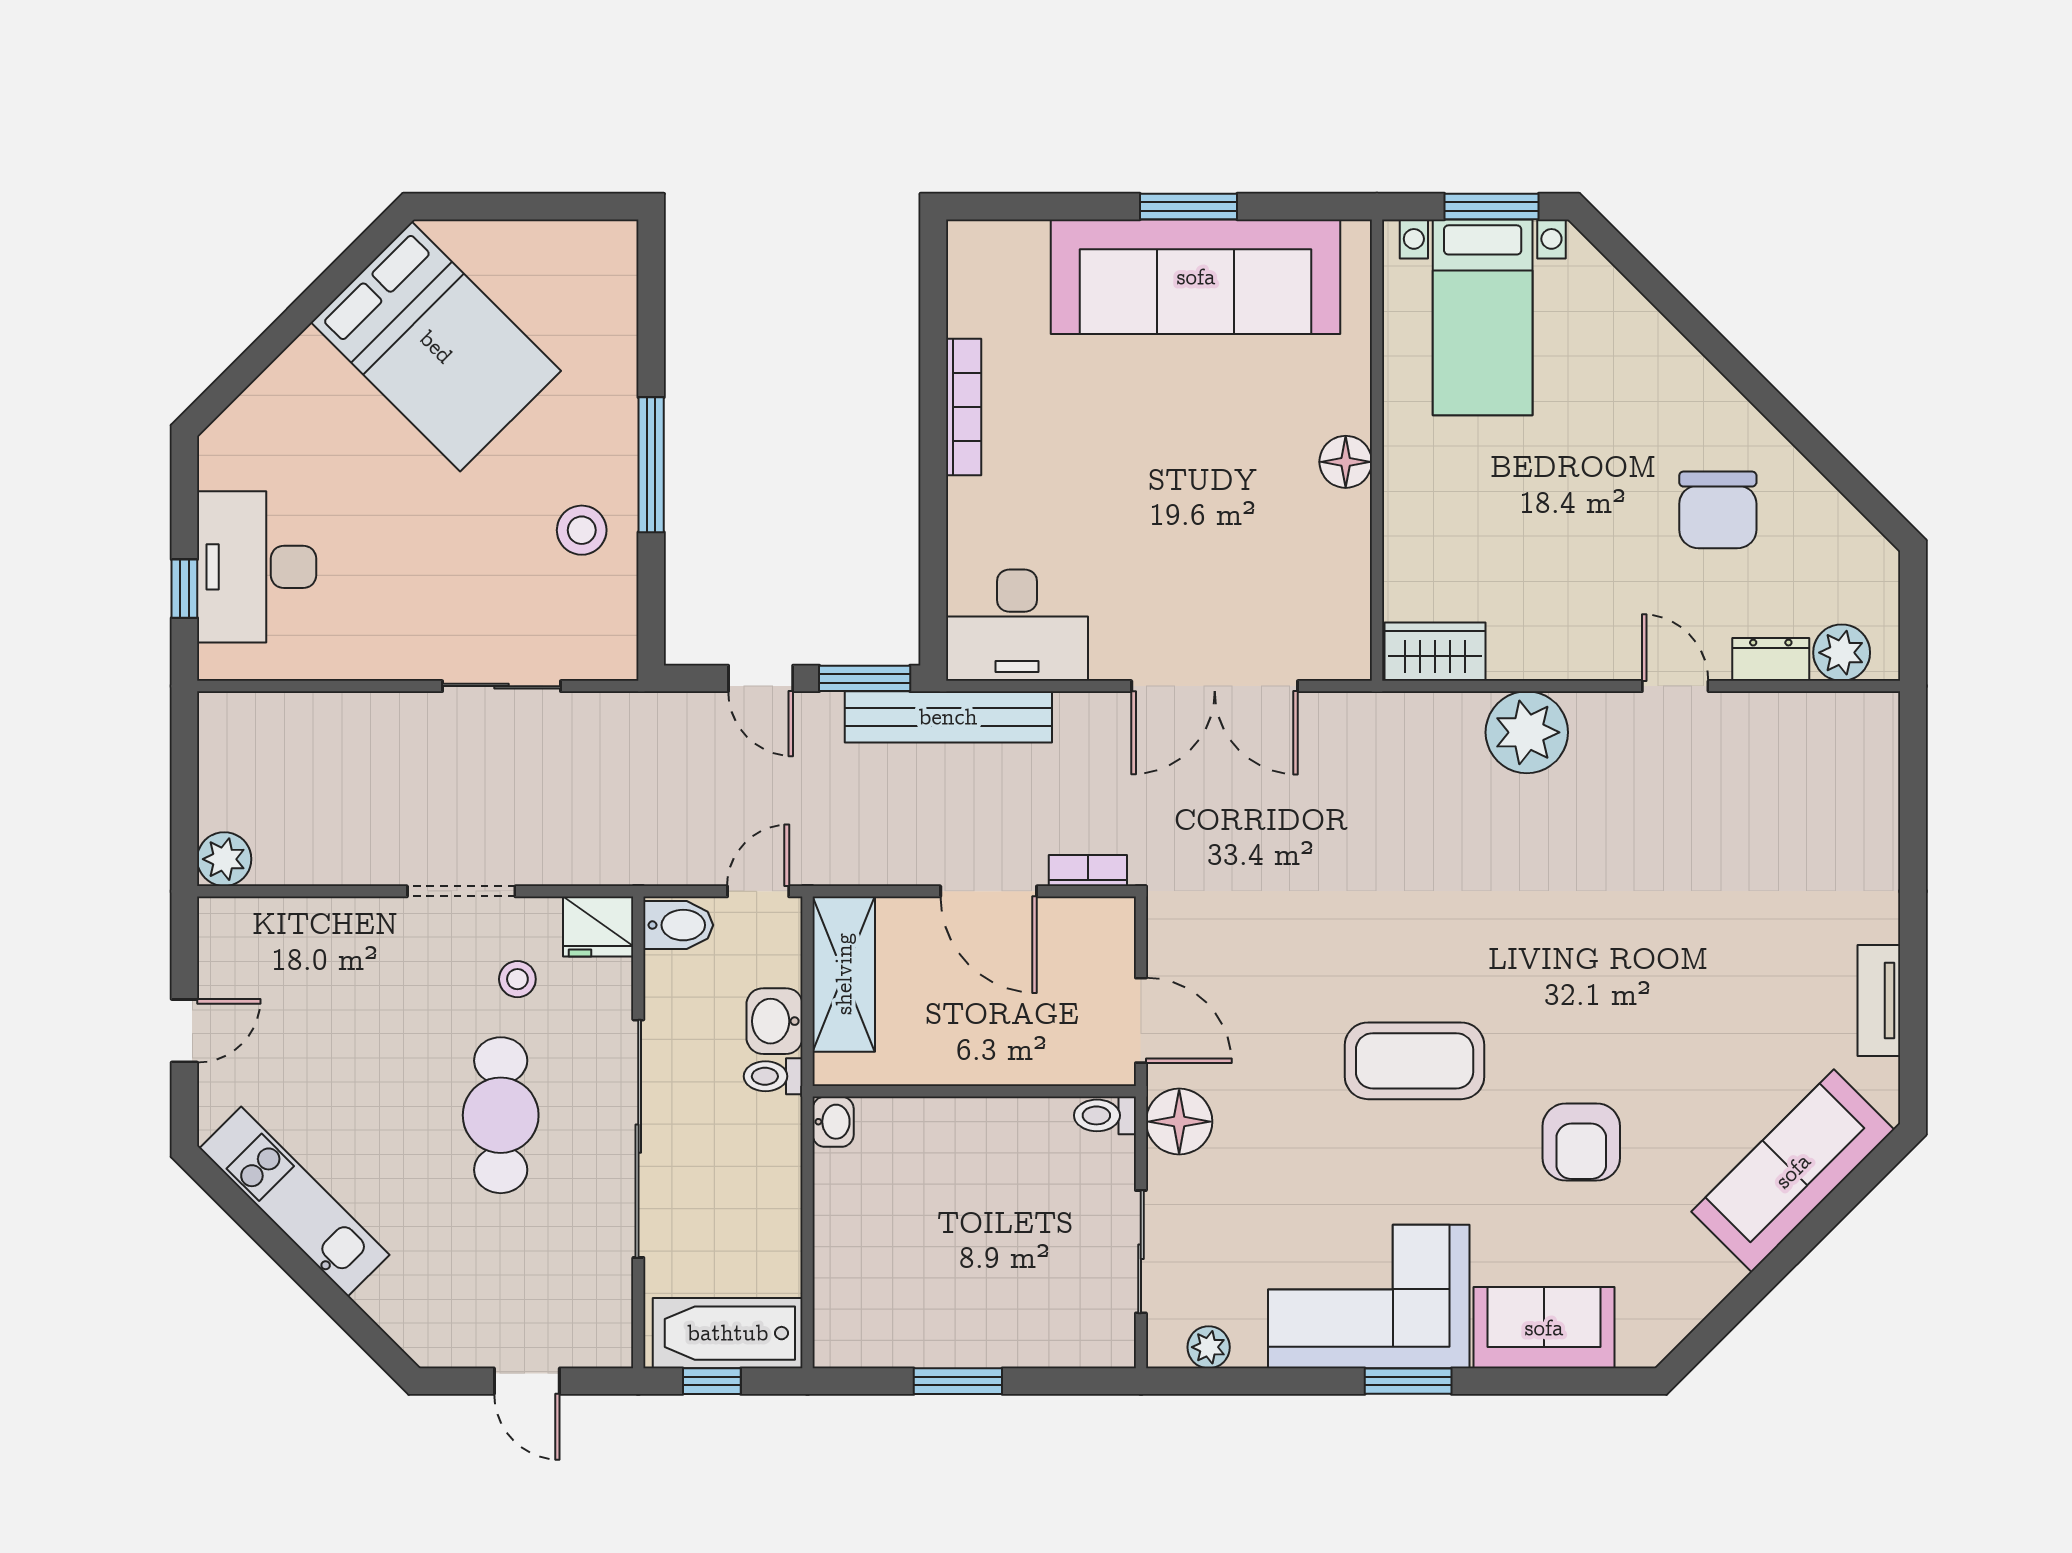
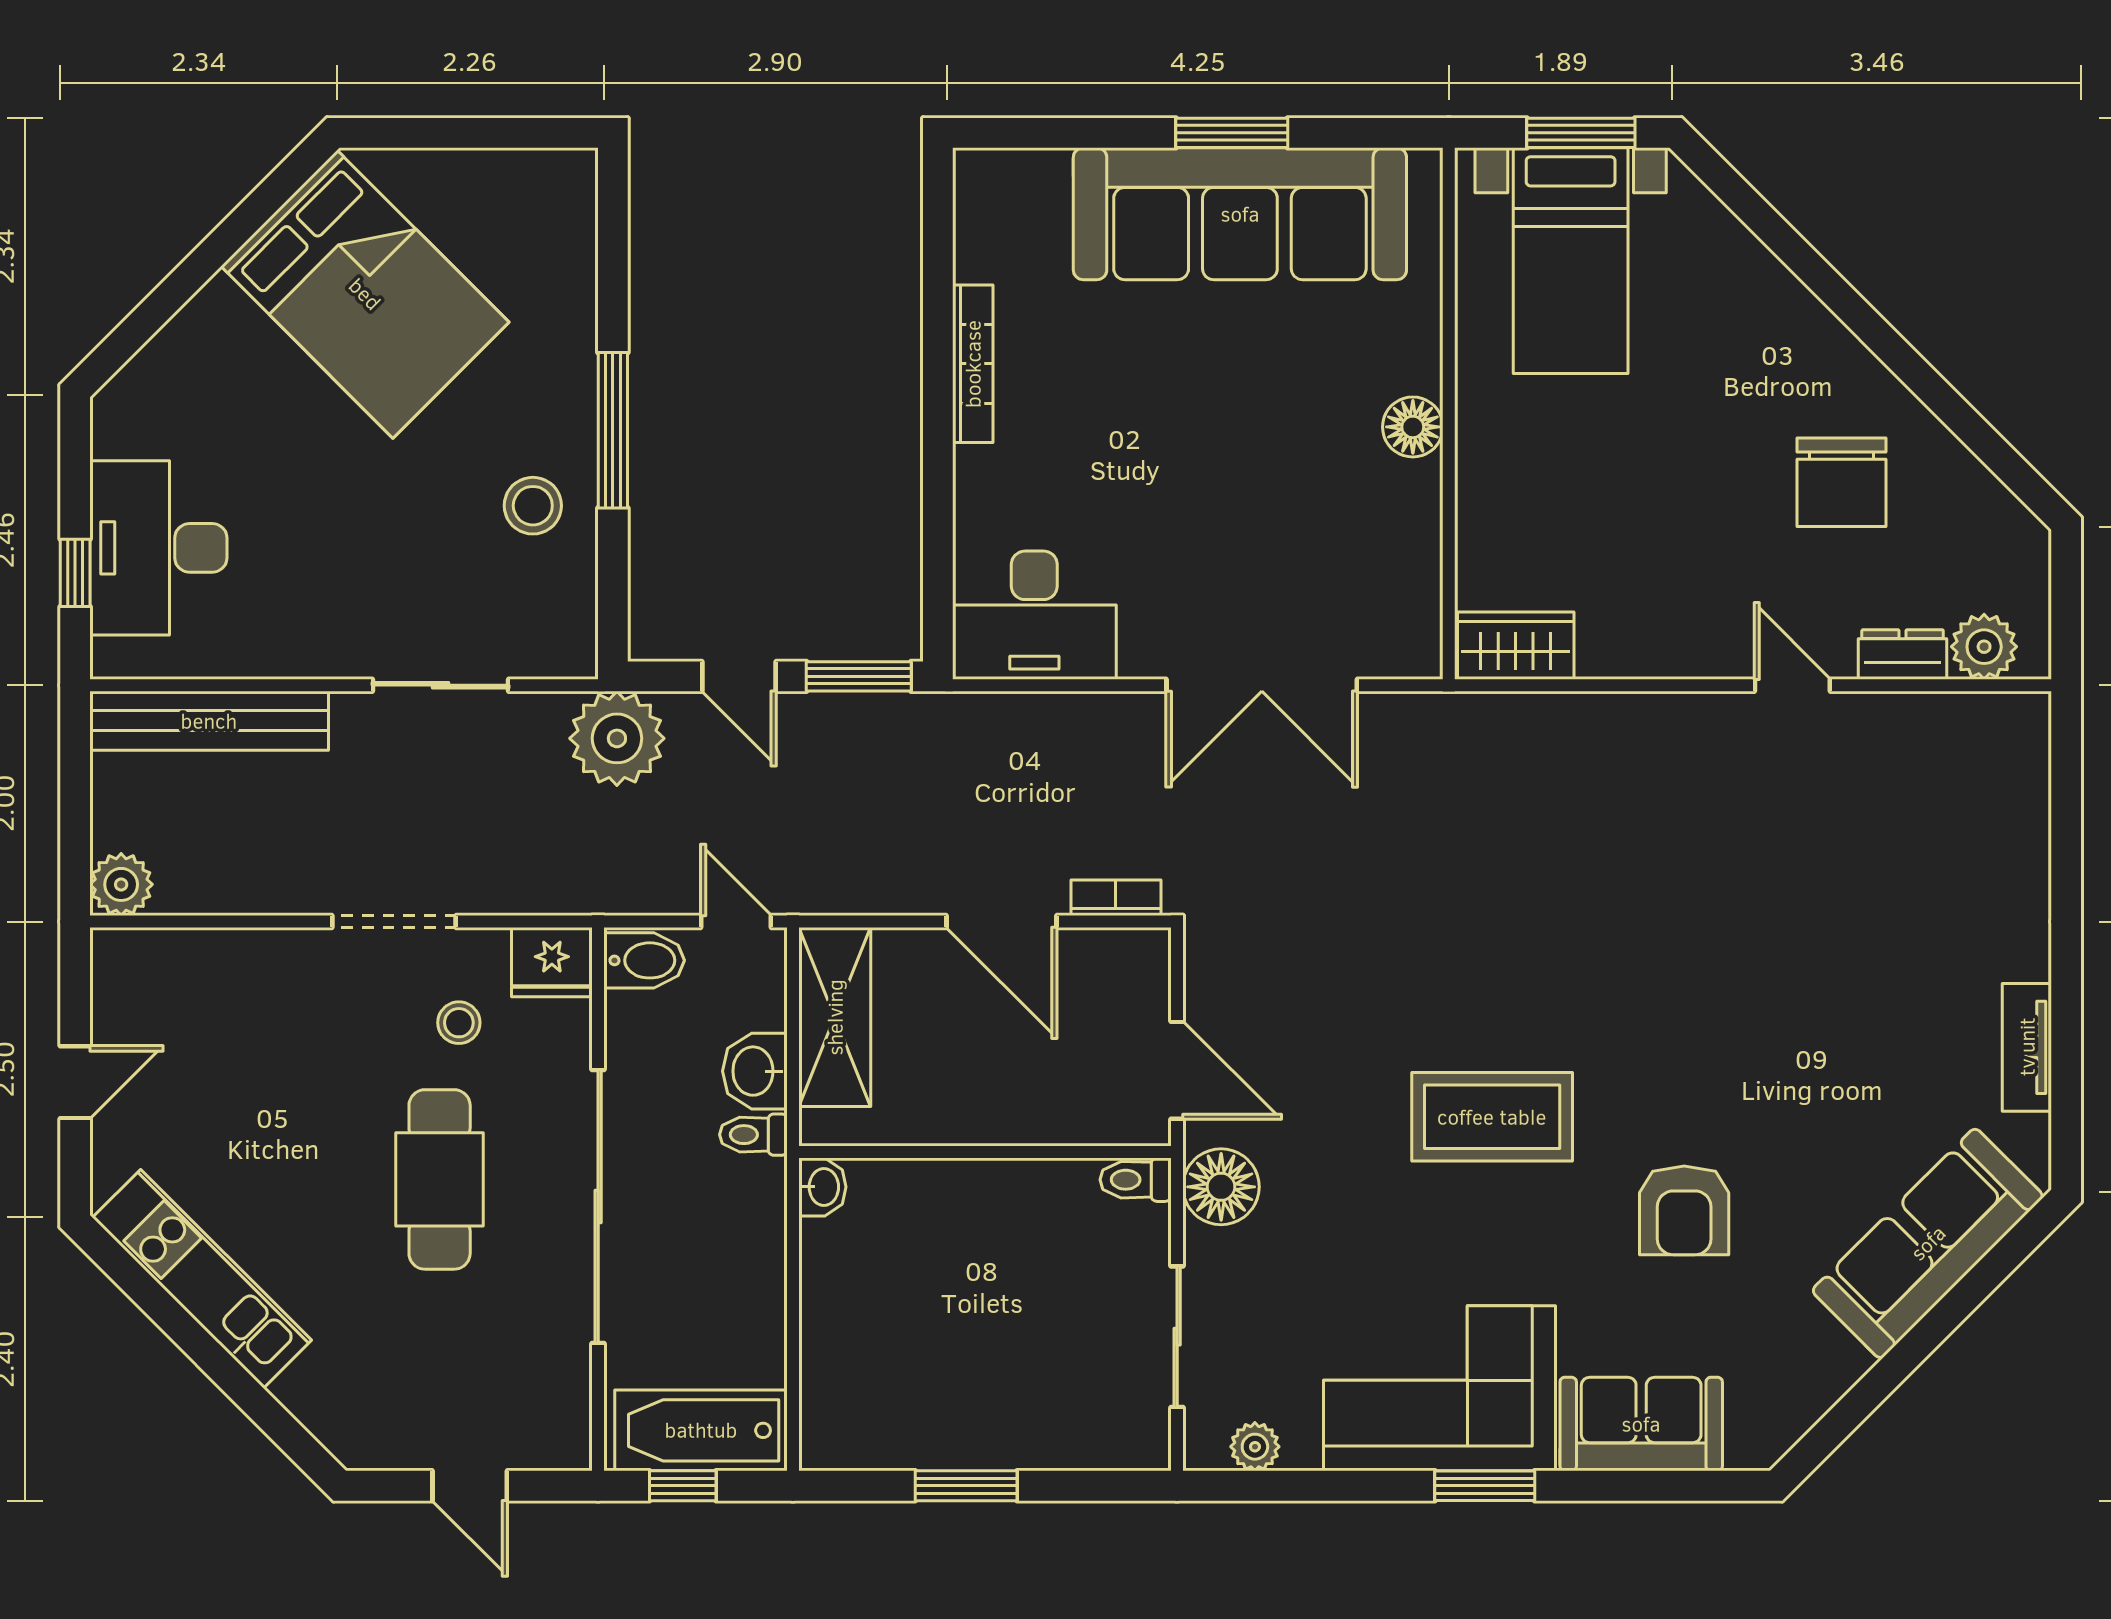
bench: (948, 717) -> (209, 721), moved
plant: (1527, 732) -> (617, 738), moved
door: (758, 891) -> (736, 922), hinge flipped

